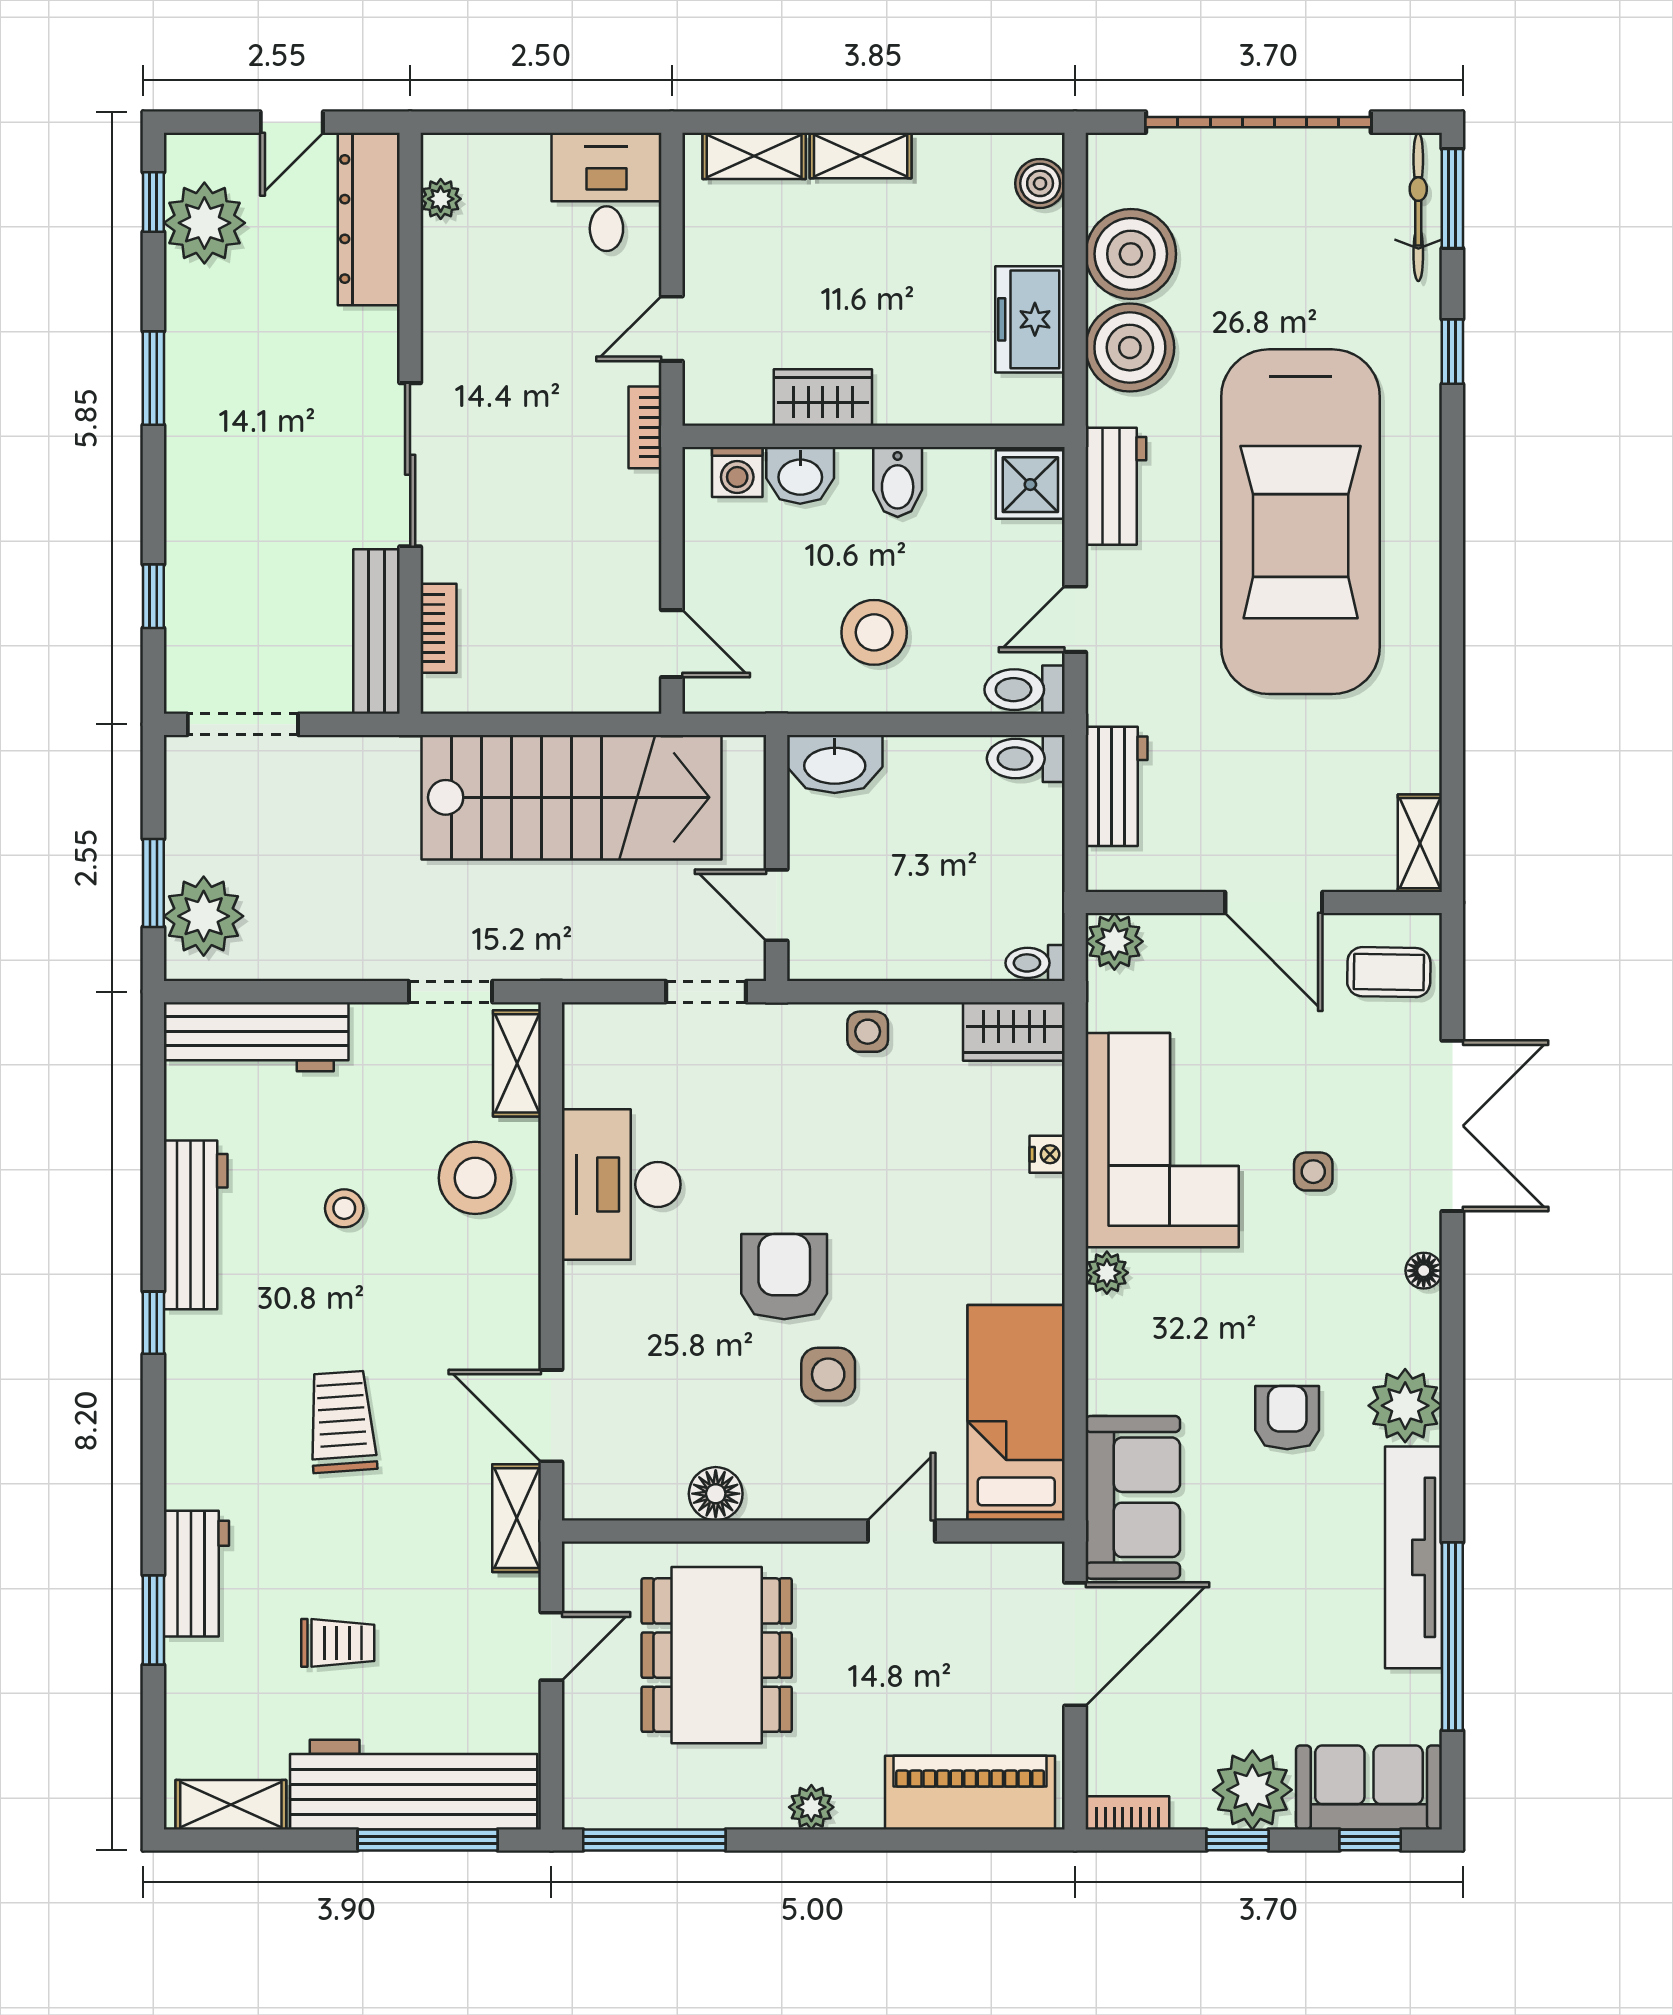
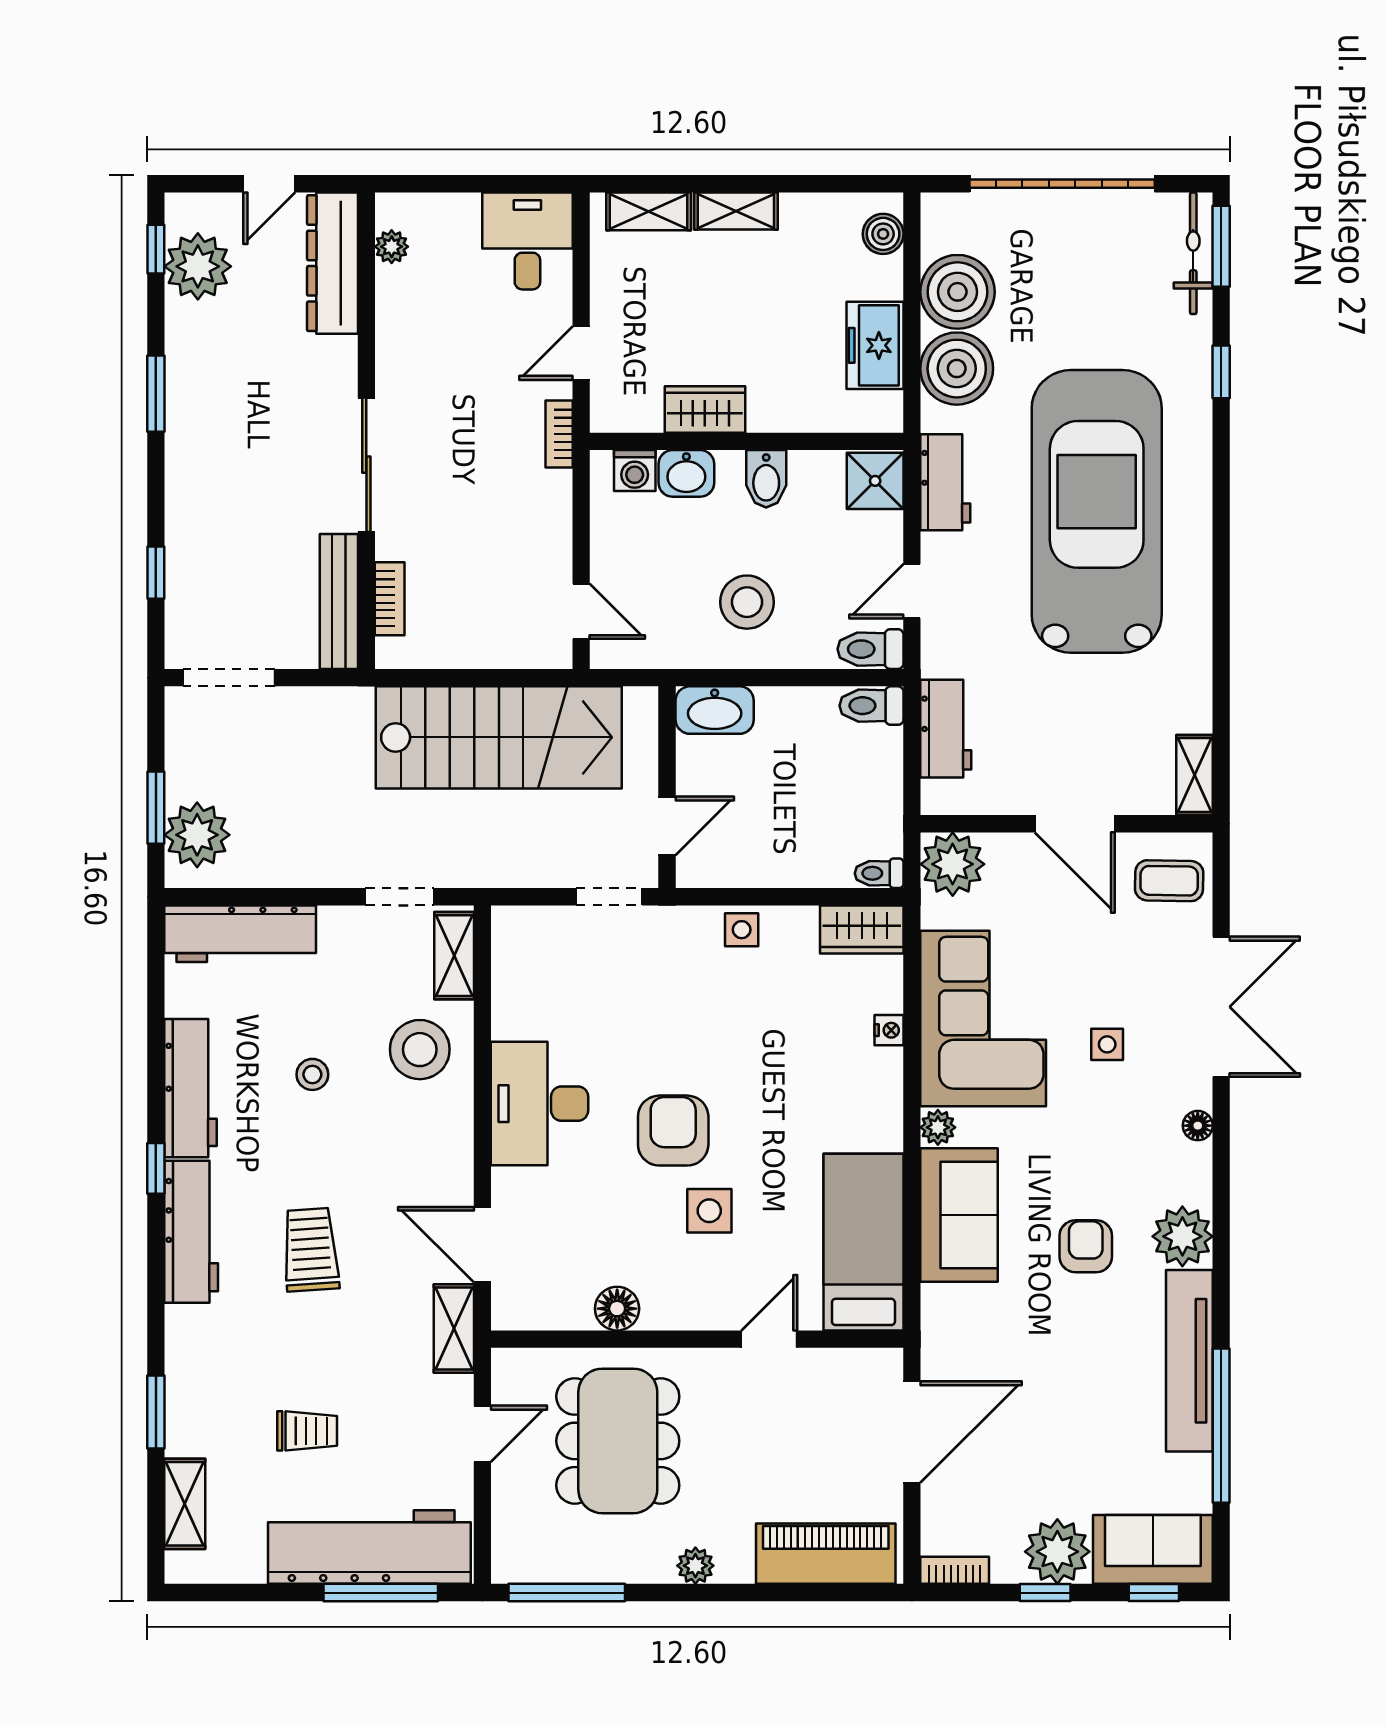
car: (1301, 522) -> (1097, 511), turned 180
door: (777, 905) -> (667, 826), swing flipped
plant: (1114, 941) -> (953, 864), width x1.36, depth x1.36
desk: (621, 1184) -> (540, 1104), moved
sofa: (1133, 1497) -> (959, 1215), moved
workbench: (196, 1574) -> (191, 1232), moved, width x1.38
shelving: (231, 1805) -> (185, 1504), moved, turned 90

